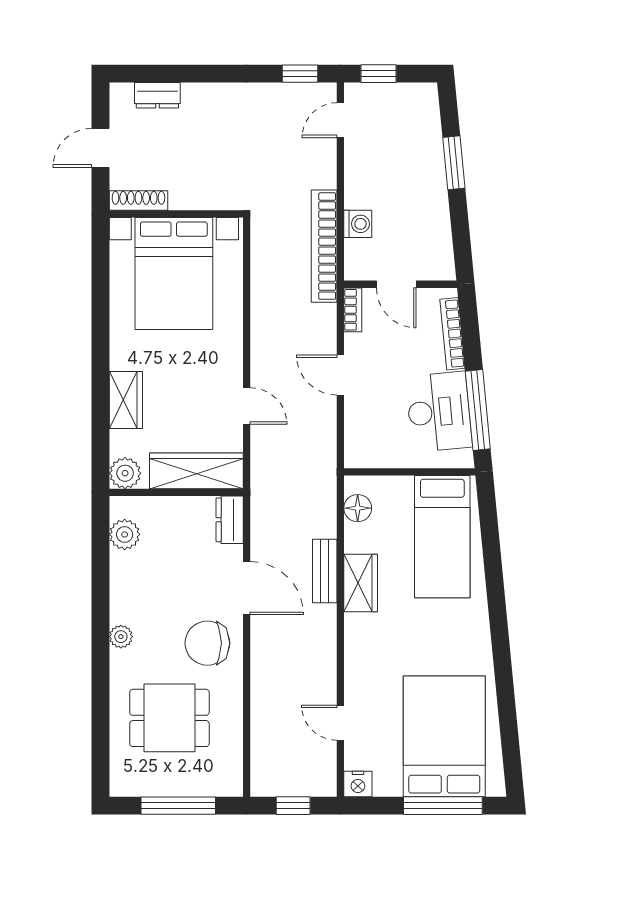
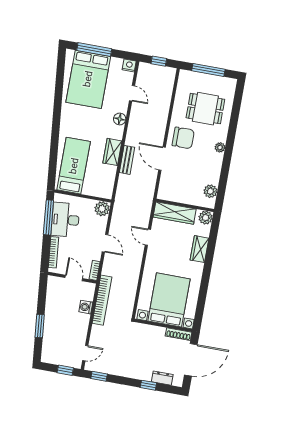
window: (186, 74) -> (148, 385), added
door: (101, 148) -> (191, 360), width x1.87
plant: (361, 451) -> (102, 209), added
floor lamp: (358, 508) -> (120, 119), moved
dresser: (230, 520) -> (164, 189), removed

